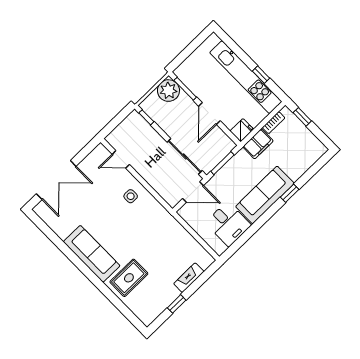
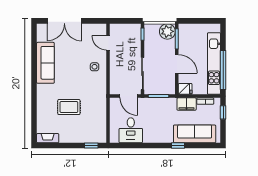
window: (261, 75) -> (223, 70), width x3.17
door: (209, 114) -> (177, 64), swing flipped
sofa: (265, 195) -> (195, 134), moved
sofa: (92, 254) -> (45, 63), moved
rug: (129, 278) -> (69, 107), moved
fireplace: (189, 278) -> (48, 138), moved
window: (177, 304) -> (91, 146), moved

